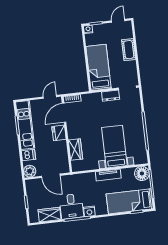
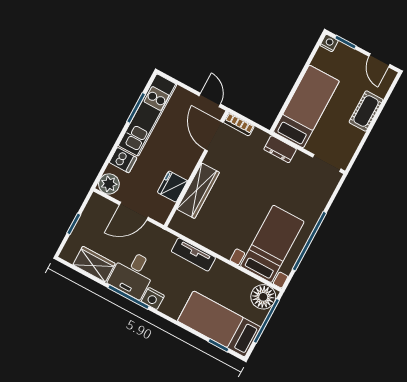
door: (118, 21) -> (379, 60), swing flipped
dresser: (111, 96) -> (280, 149), moved
door: (50, 97) -> (210, 100), hinge flipped
door: (64, 113) -> (214, 136), hinge flipped
fridge: (59, 133) -> (172, 187), moved
bed with nightstands: (114, 147) -> (272, 244), moved
wardrobe: (75, 149) -> (198, 191), width x1.50
tv unit: (108, 175) -> (193, 254), moved
door: (51, 176) -> (134, 211), hinge flipped

